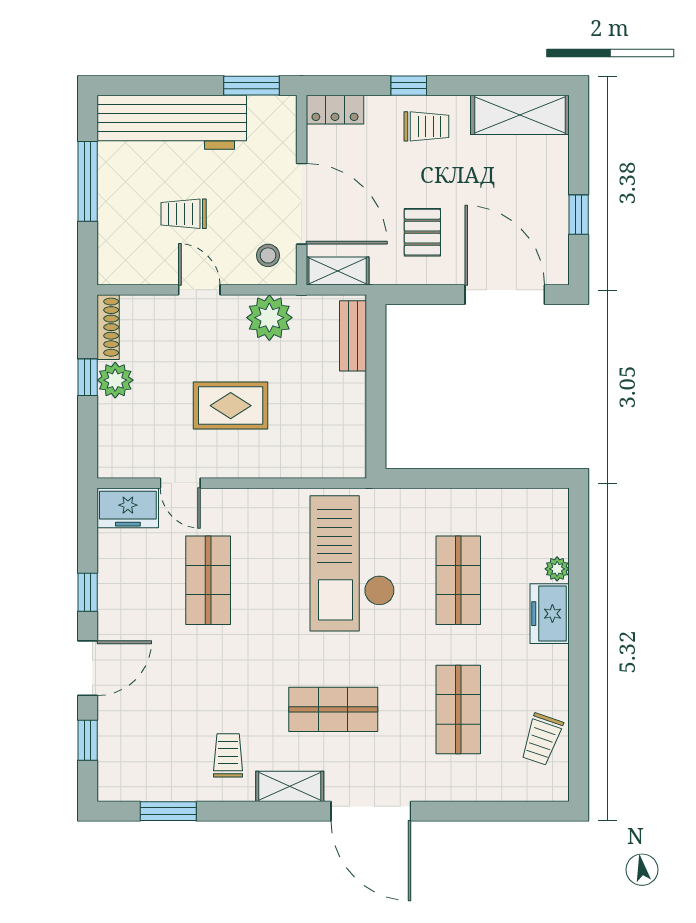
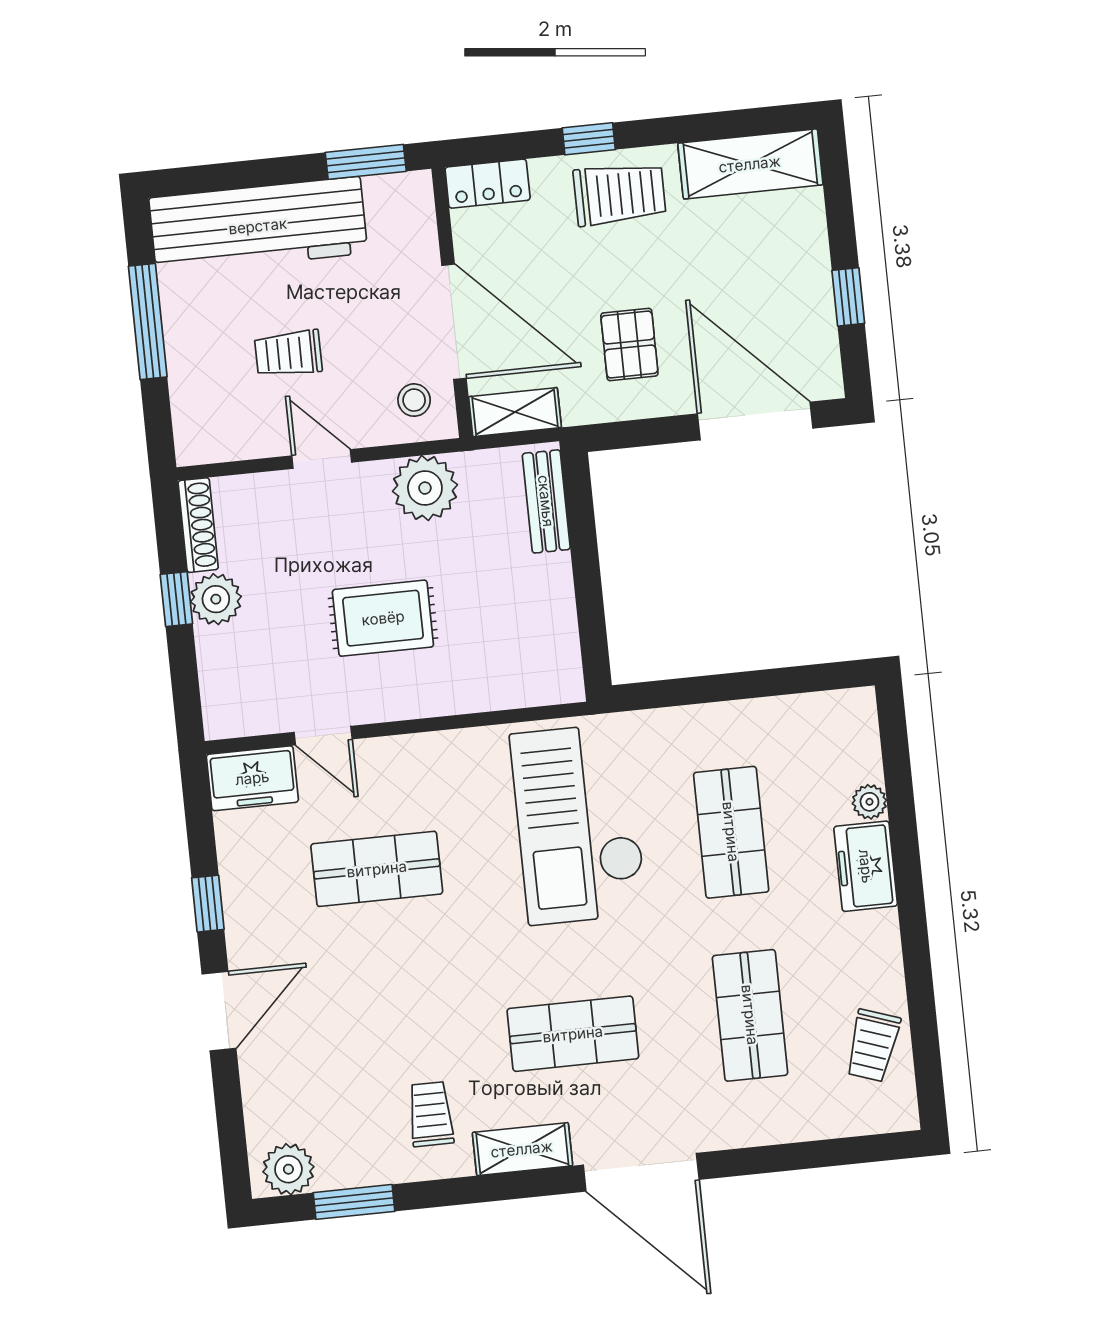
trolley: (426, 126) -> (620, 194), width x1.36, depth x1.39
shop shelf: (208, 580) -> (377, 869), turned 90
window: (88, 740) -> (230, 1113), removed
plant: (125, 784) -> (288, 1169), added

